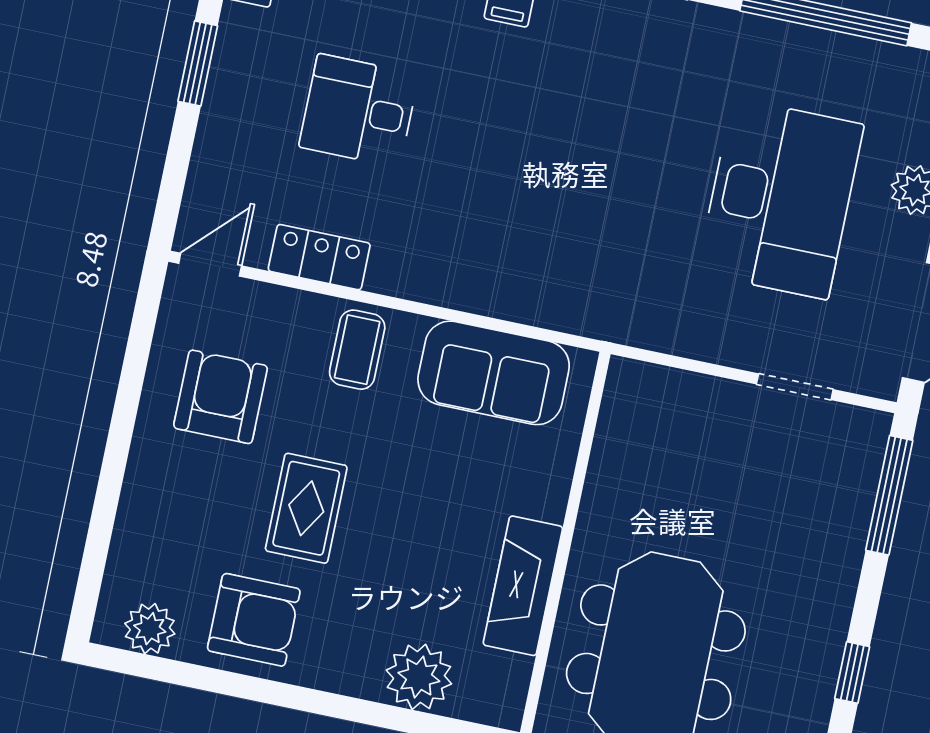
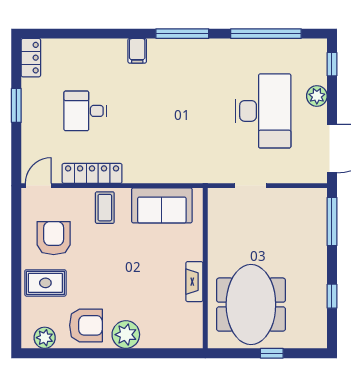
locker: (319, 257) -> (92, 173), width x1.53
doorway: (795, 387) -> (251, 186), moved
rug: (306, 508) -> (45, 283), moved, turned 90
fireplace: (523, 586) -> (194, 282), width x0.73, depth x0.76
plant: (419, 677) -> (126, 335), moved

